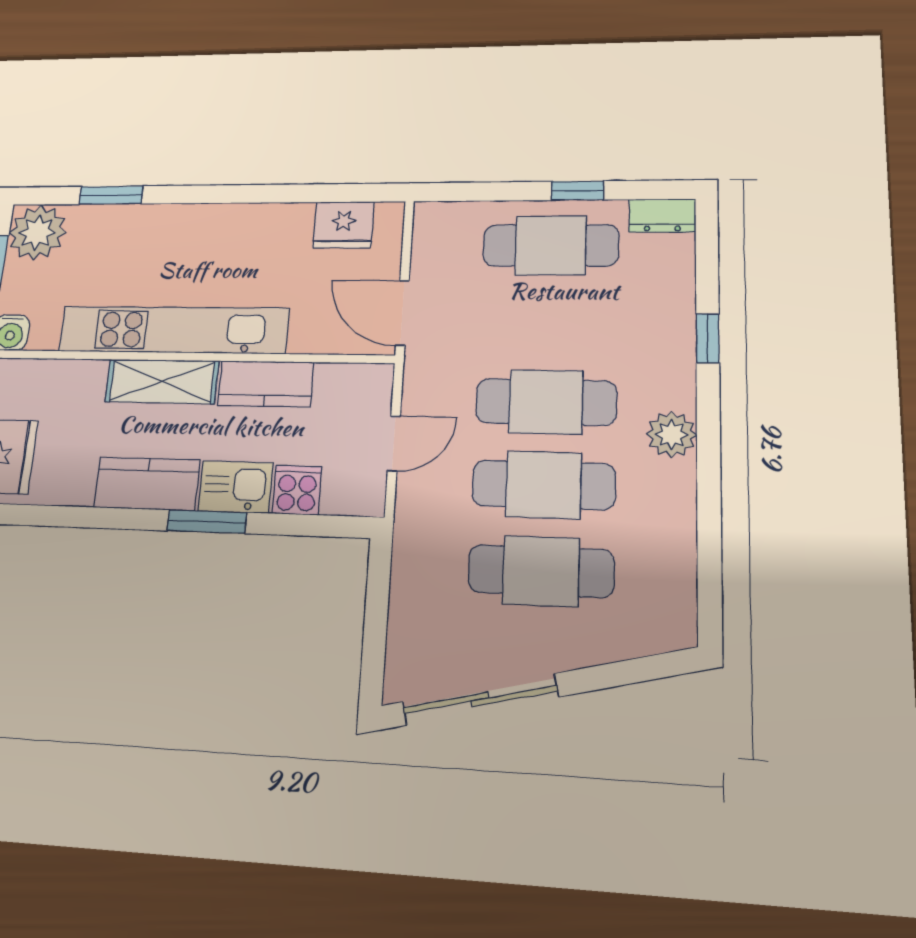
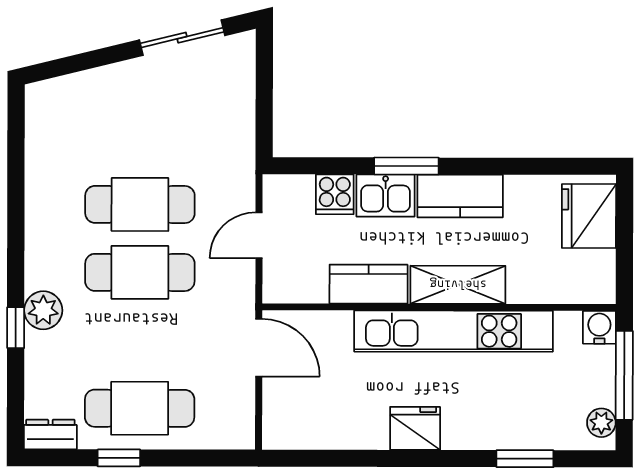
fridge: (343, 225) -> (415, 428), moved
plant: (37, 233) -> (601, 423), width x0.53, depth x0.53
plant: (672, 434) -> (43, 310), moved
cafe table: (541, 571) -> (140, 137), removed
sliding door: (480, 700) -> (182, 38), width x0.73

